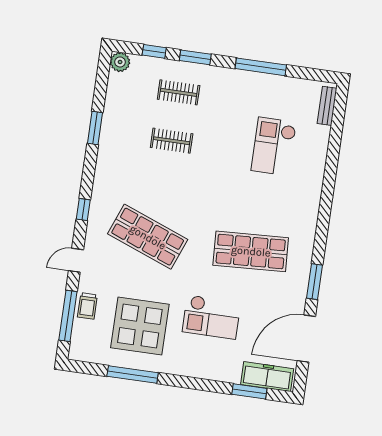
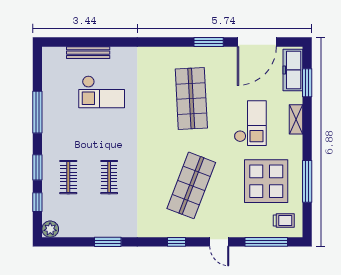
bench: (327, 106) -> (88, 53), moved, width x1.36
trolley: (87, 306) -> (284, 220), moved
door: (306, 339) -> (257, 42), hinge flipped
shelving: (208, 372) -> (296, 119), added

